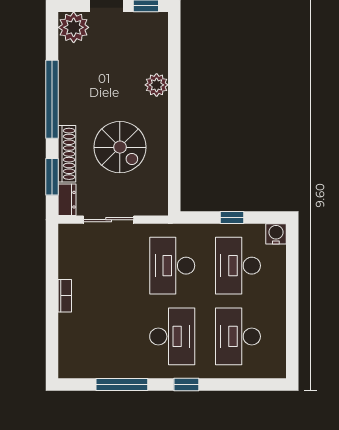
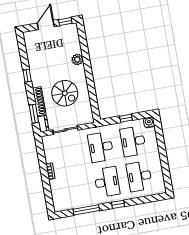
plant: (74, 27) -> (31, 38), removed
window: (52, 99) -> (27, 76), width x0.32

